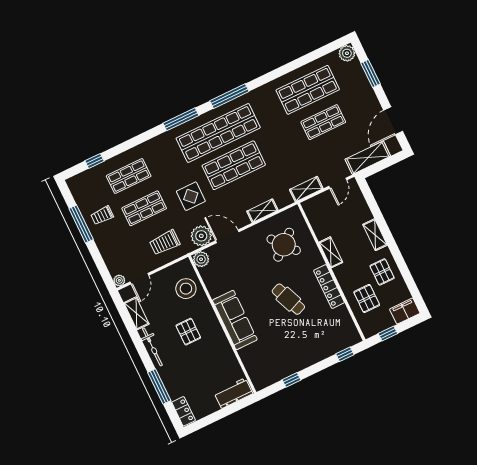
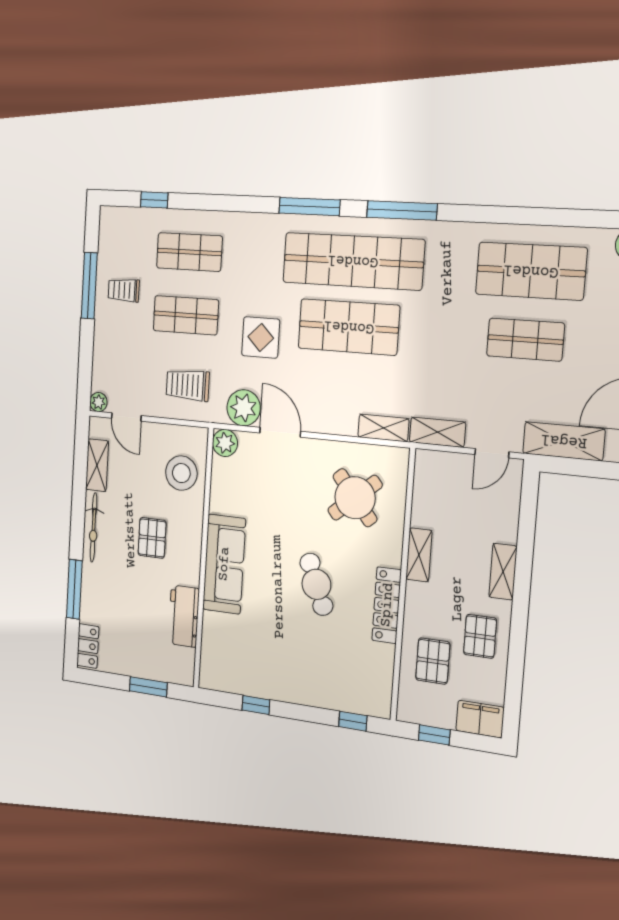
shelving: (262, 211) -> (383, 428), moved
door: (139, 279) -> (126, 417), hinge flipped
workbench: (233, 393) -> (184, 616), moved, turned -90
window: (229, 410) -> (148, 687), added

